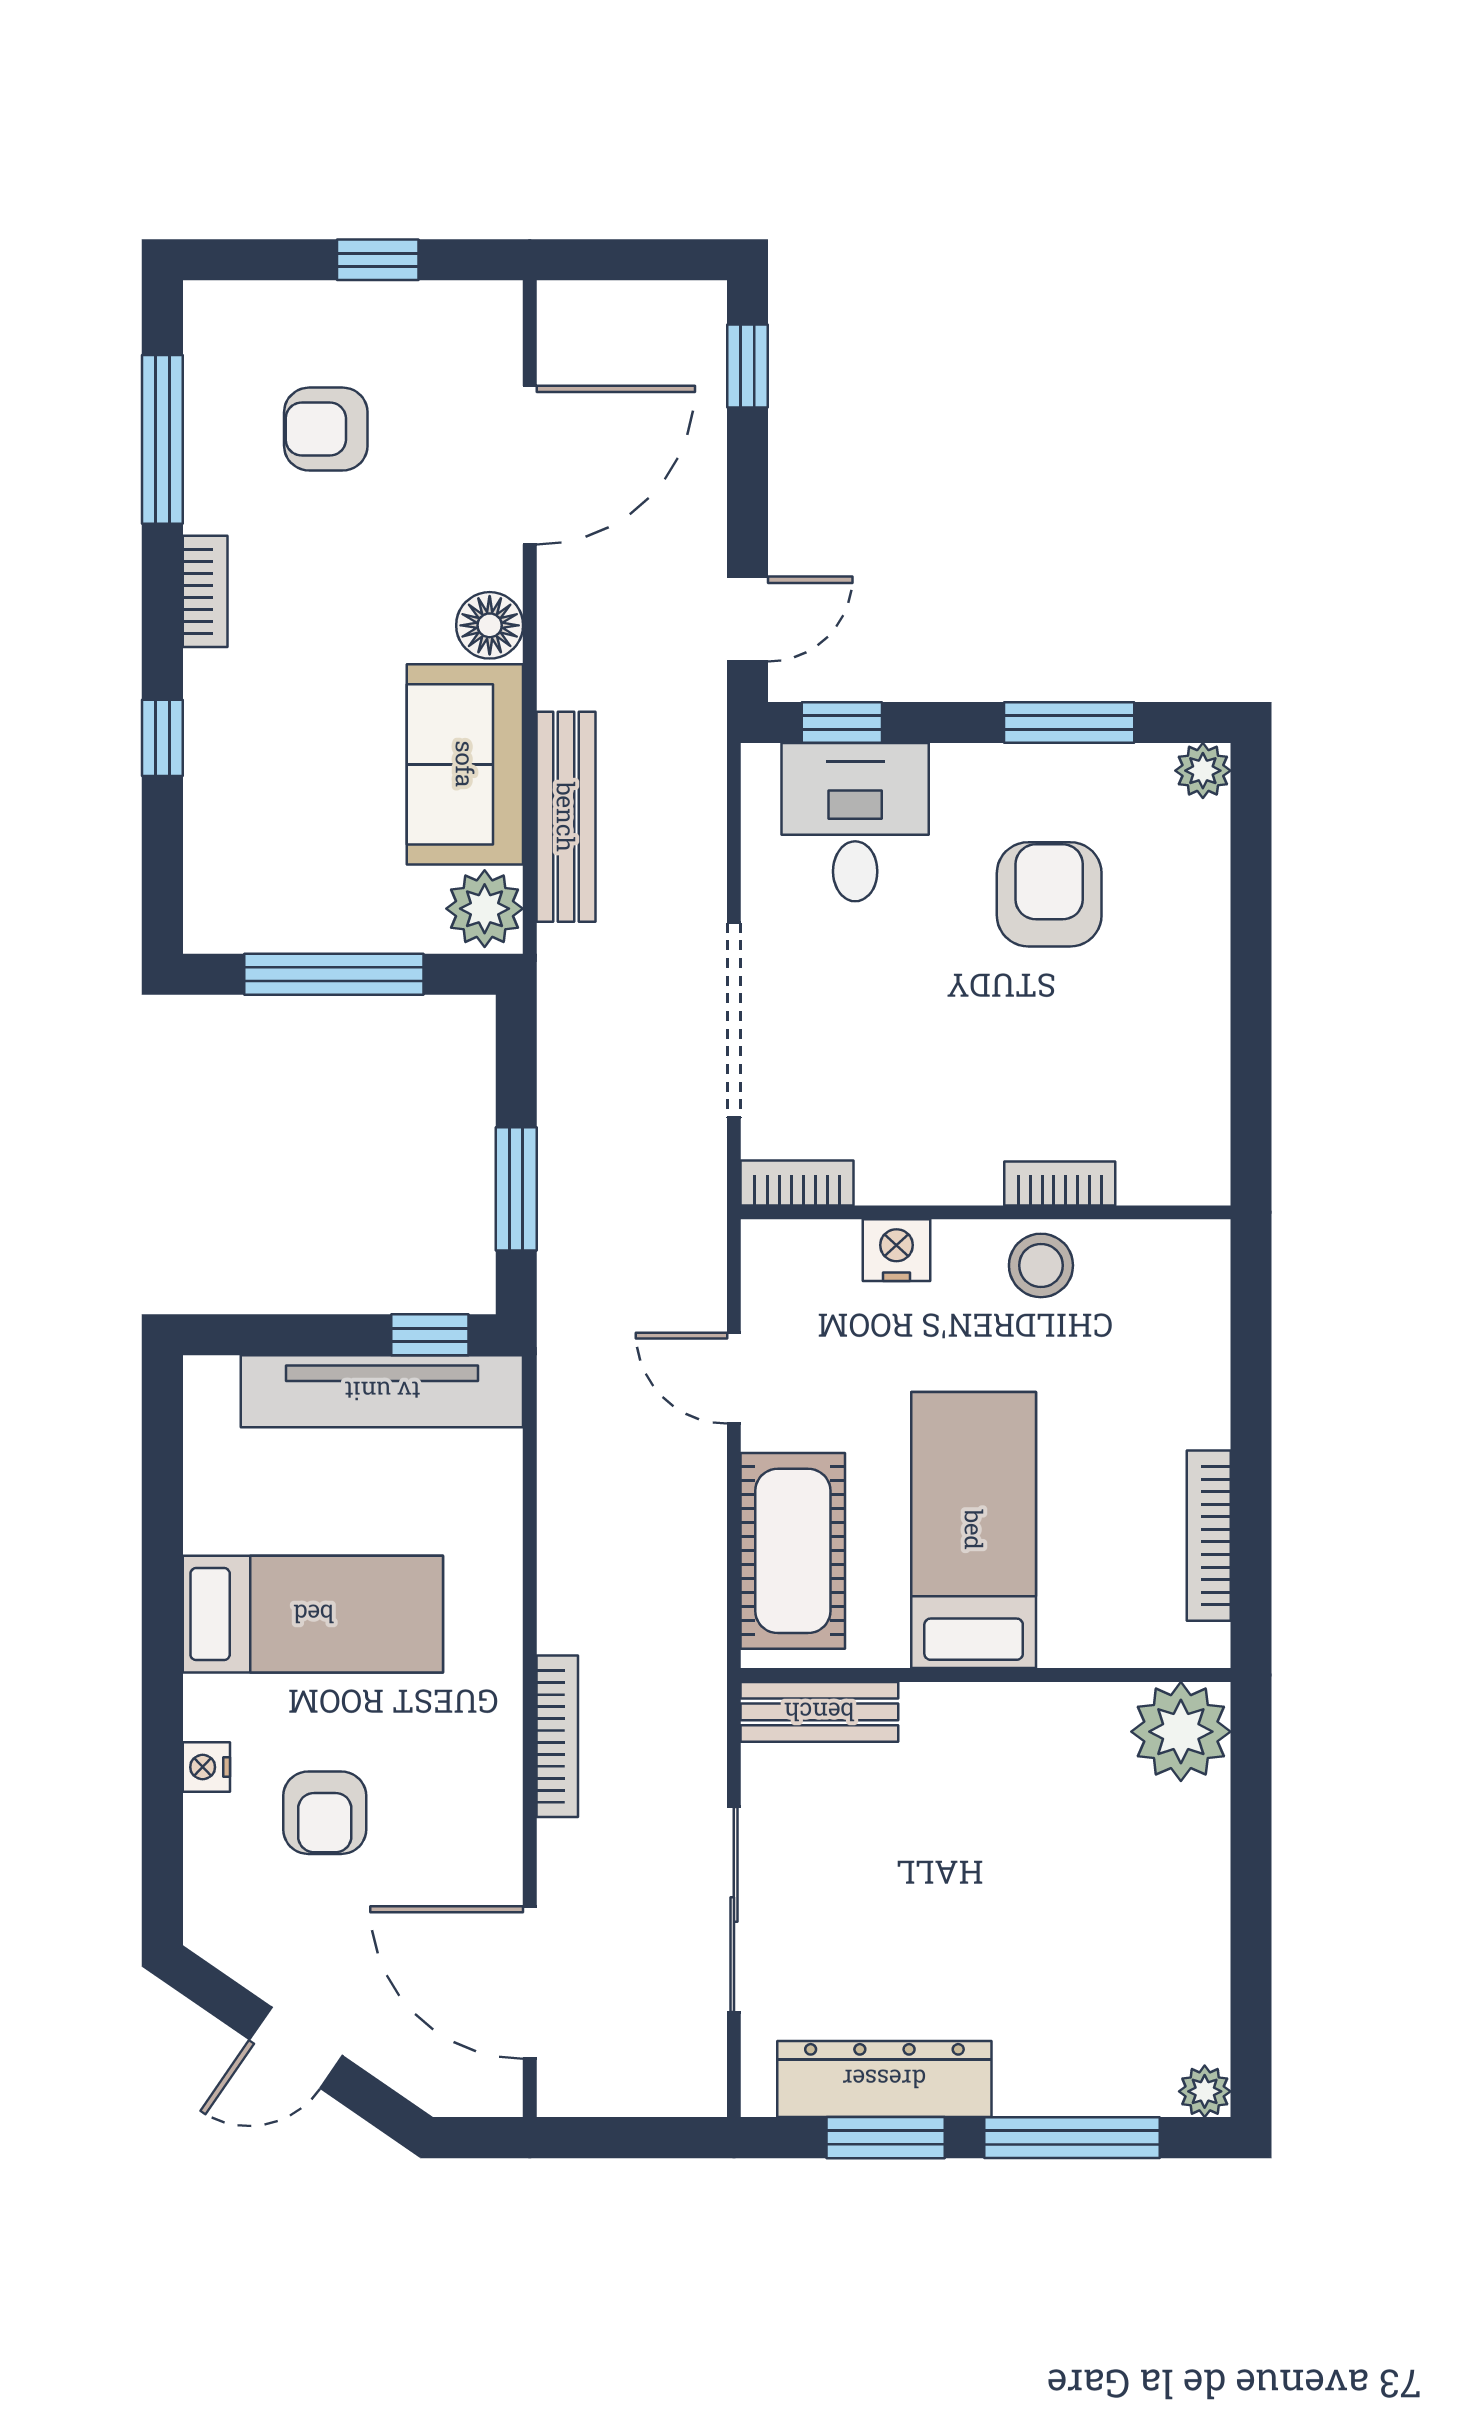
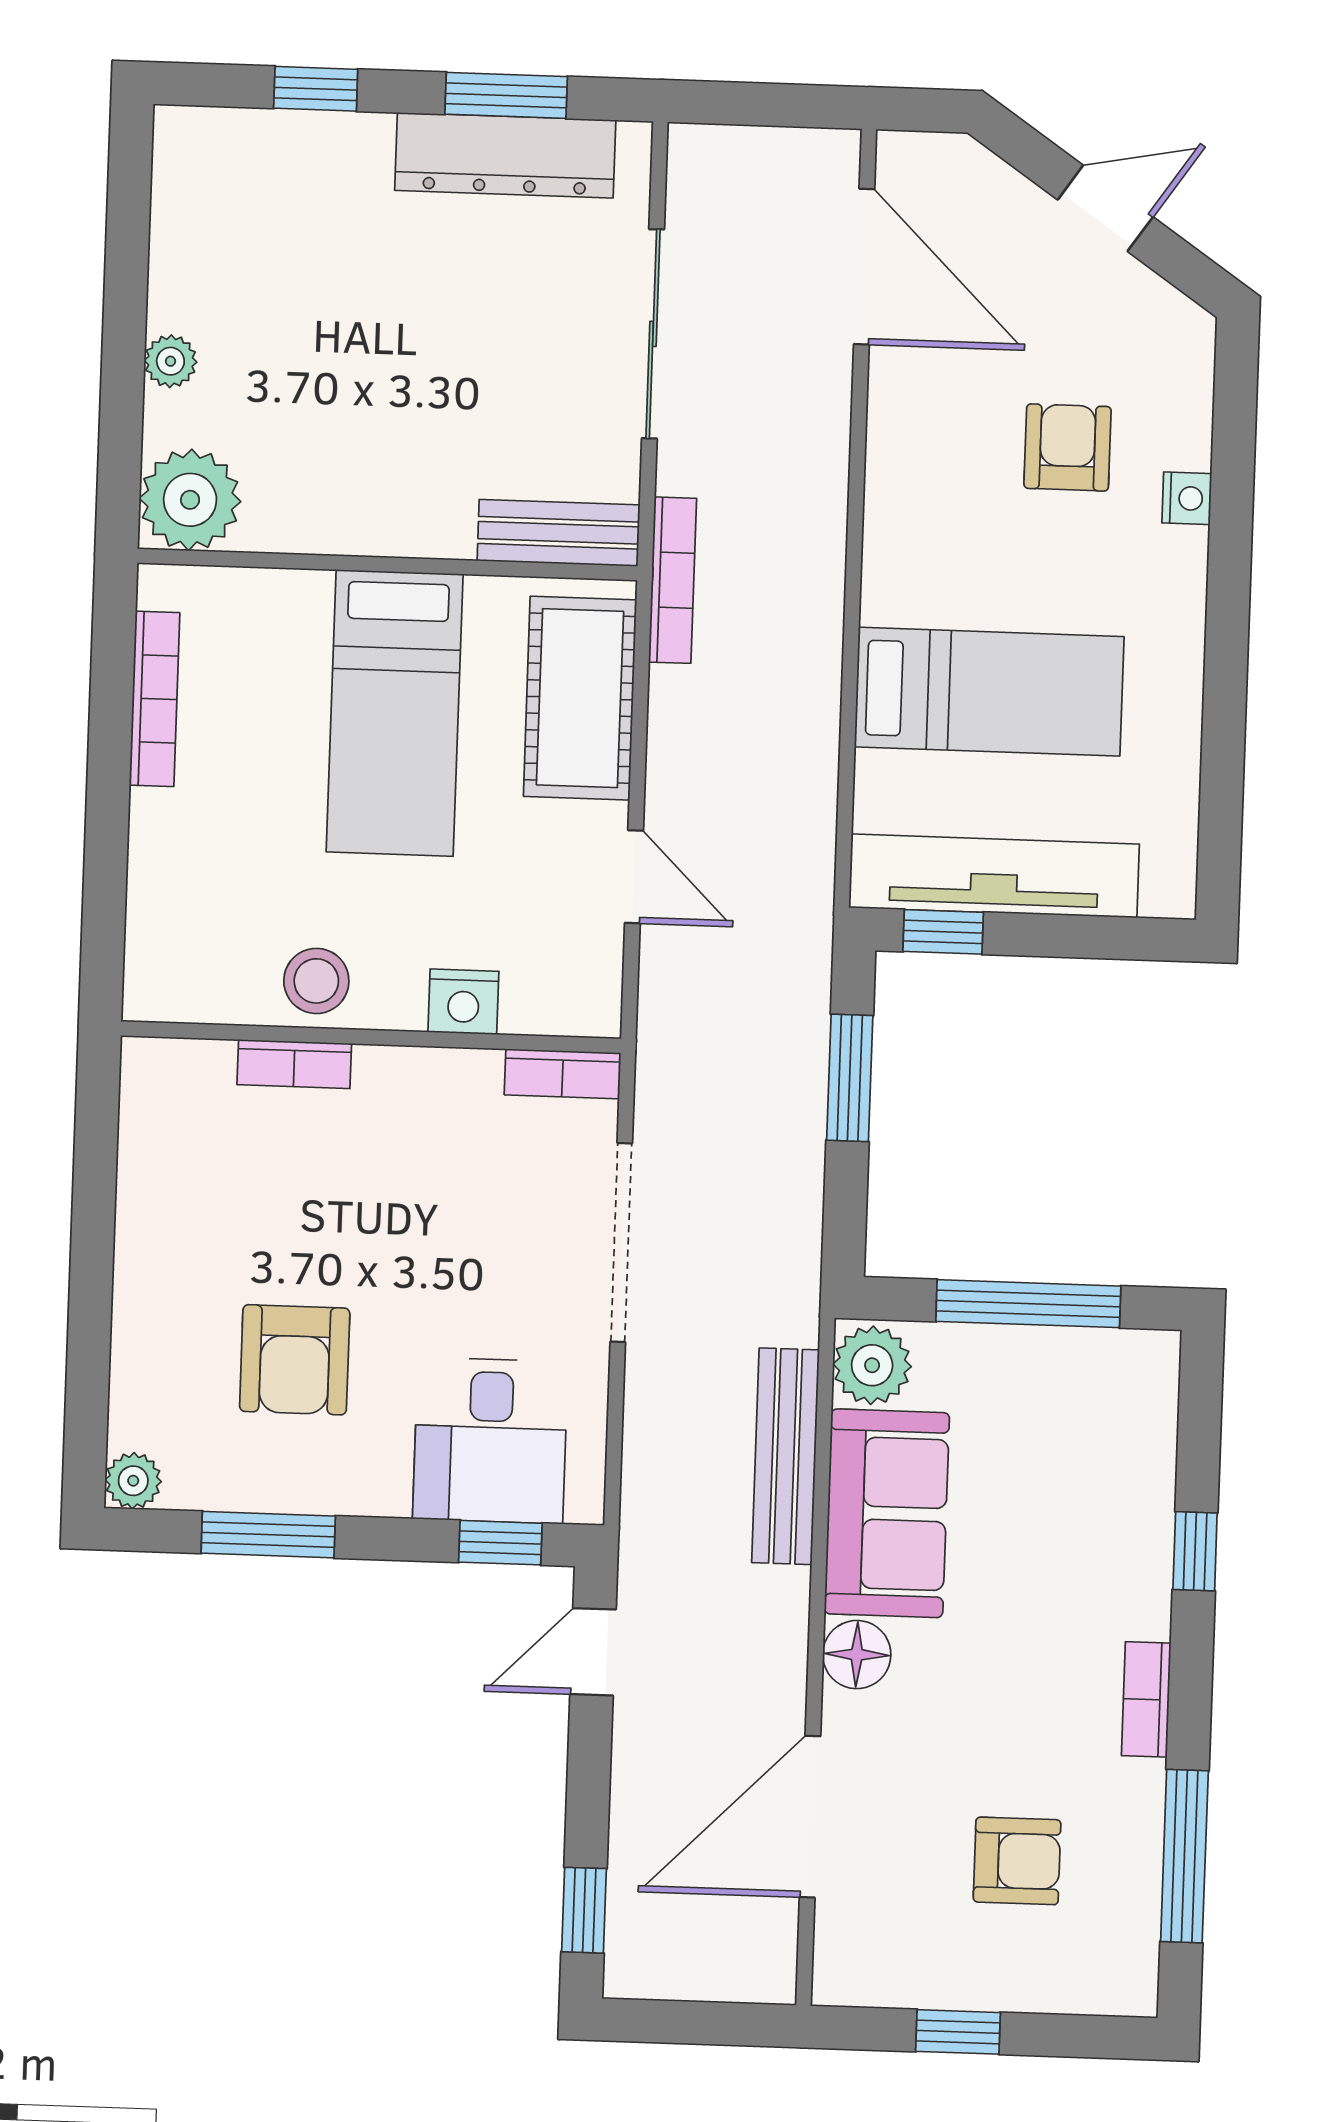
bed: (313, 1614) -> (989, 692), moved, turned 180
bookcase: (557, 1736) -> (673, 580), moved, turned 180
plant: (1205, 2091) -> (170, 361), moved
window: (1072, 2138) -> (316, 89), width x0.46

